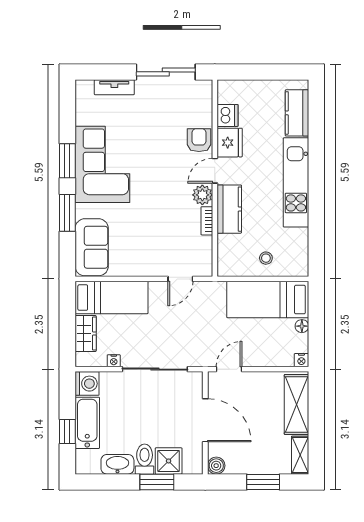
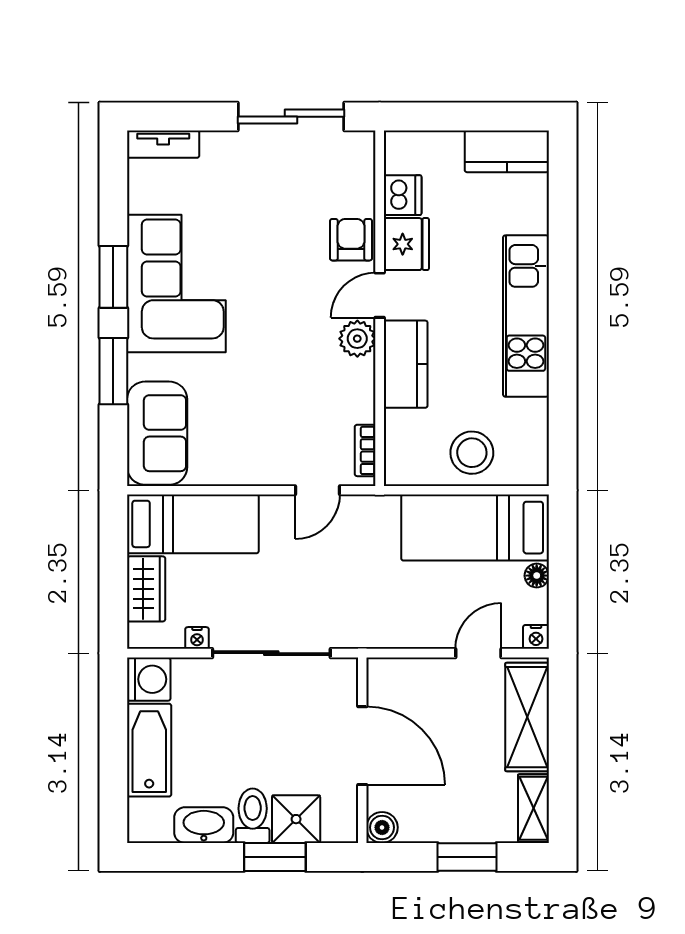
tv unit: (114, 87) -> (163, 144), moved
kitchen counter: (297, 113) -> (507, 151), moved, turned -90
bookcase: (207, 221) -> (365, 450), moved
stool: (266, 258) -> (472, 453), width x1.89, depth x1.89
door: (229, 369) -> (478, 653), moved
window: (67, 431) -> (113, 766), removed

